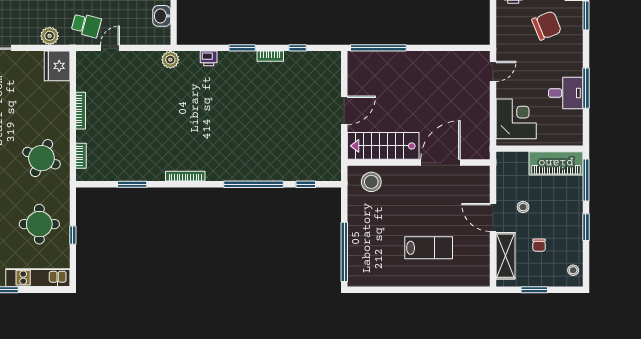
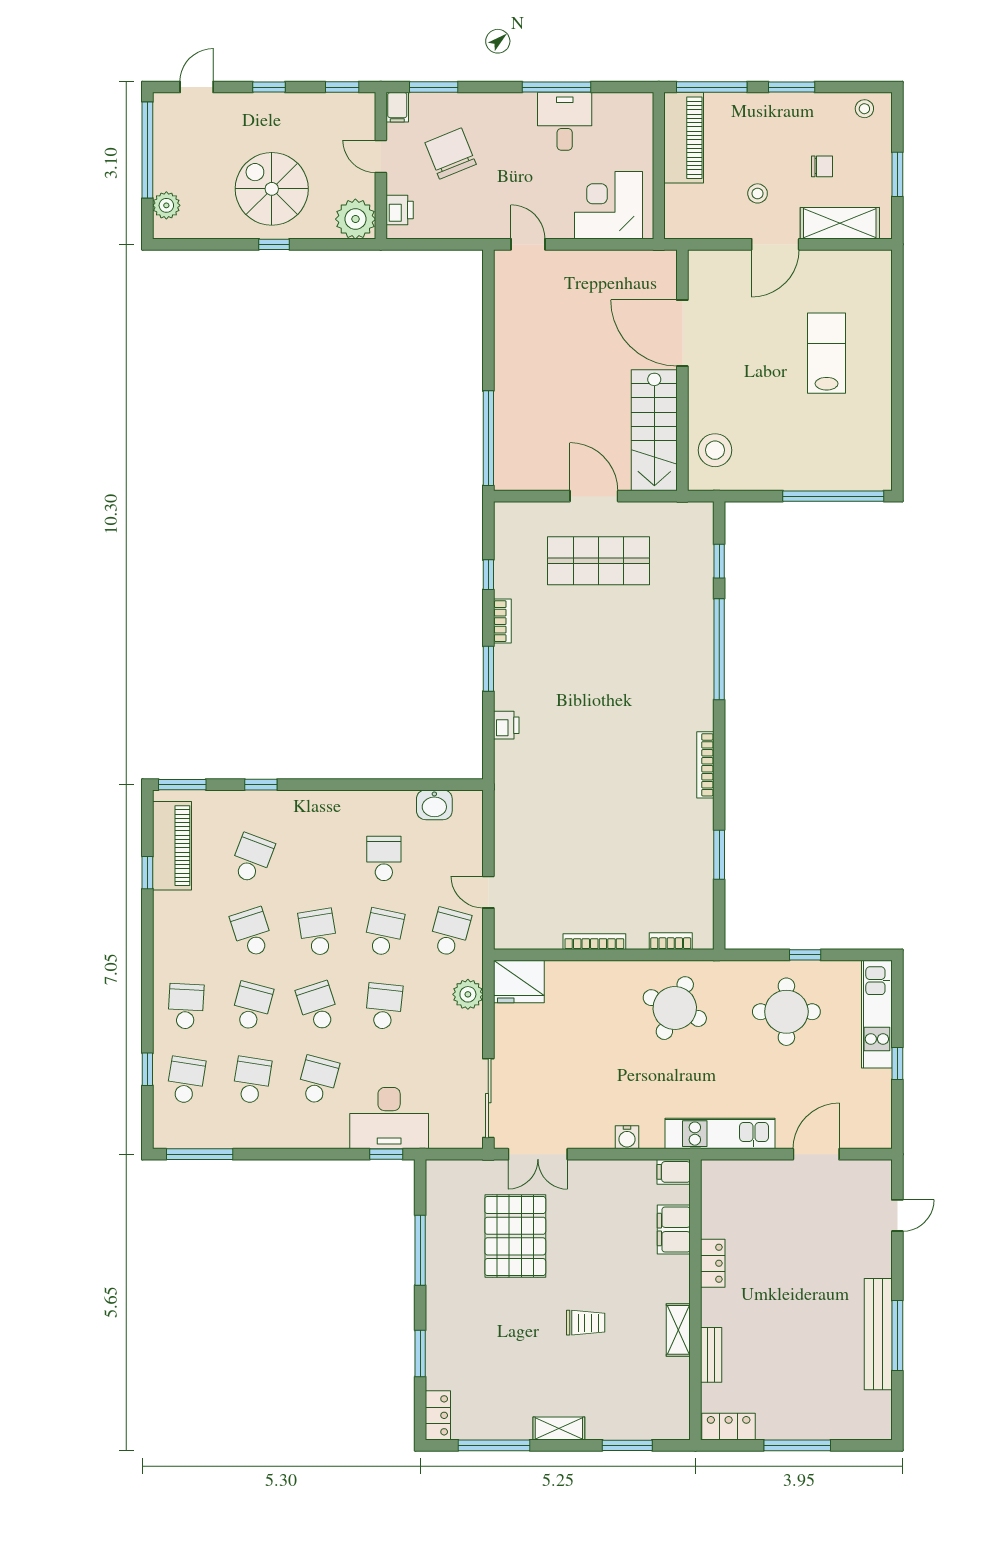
plant: (170, 60) -> (508, 790), removed
shop shelf: (306, 113) -> (599, 561), added

